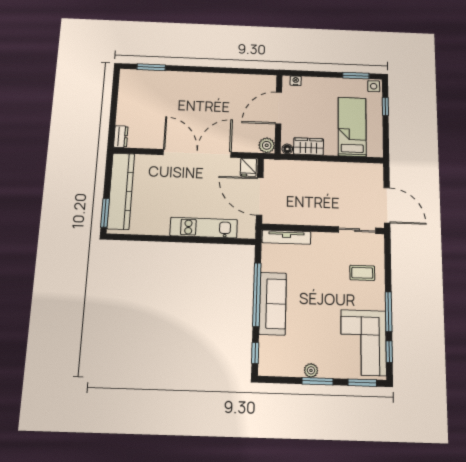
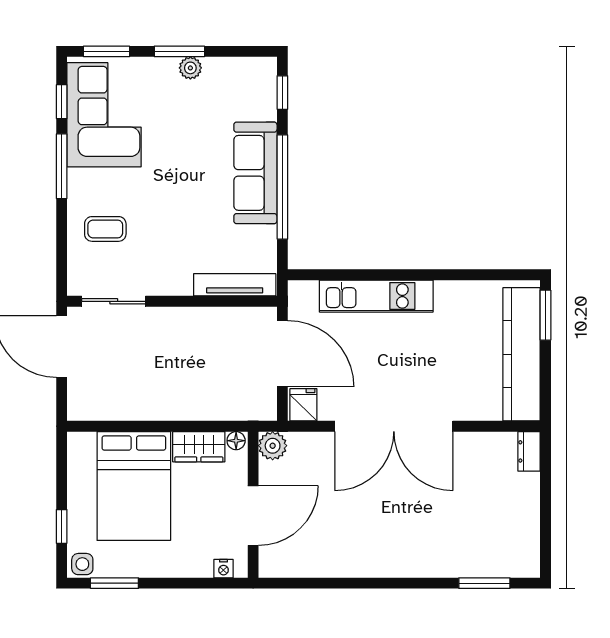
bed: (352, 127) -> (134, 486), width x1.50

